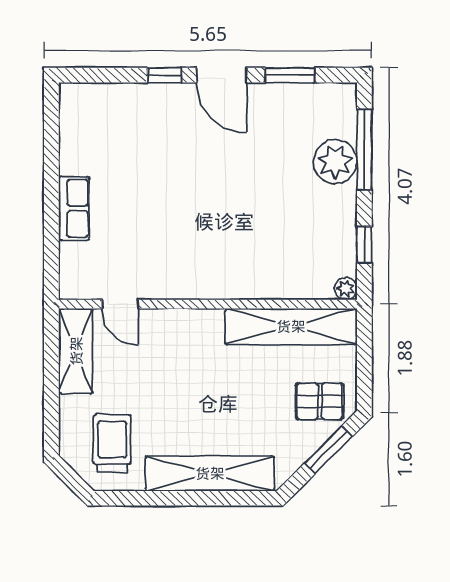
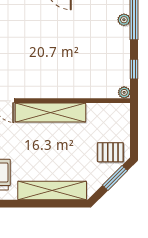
plant: (335, 162) -> (124, 20), width x0.53, depth x0.53
shelving: (291, 326) -> (50, 113), moved

